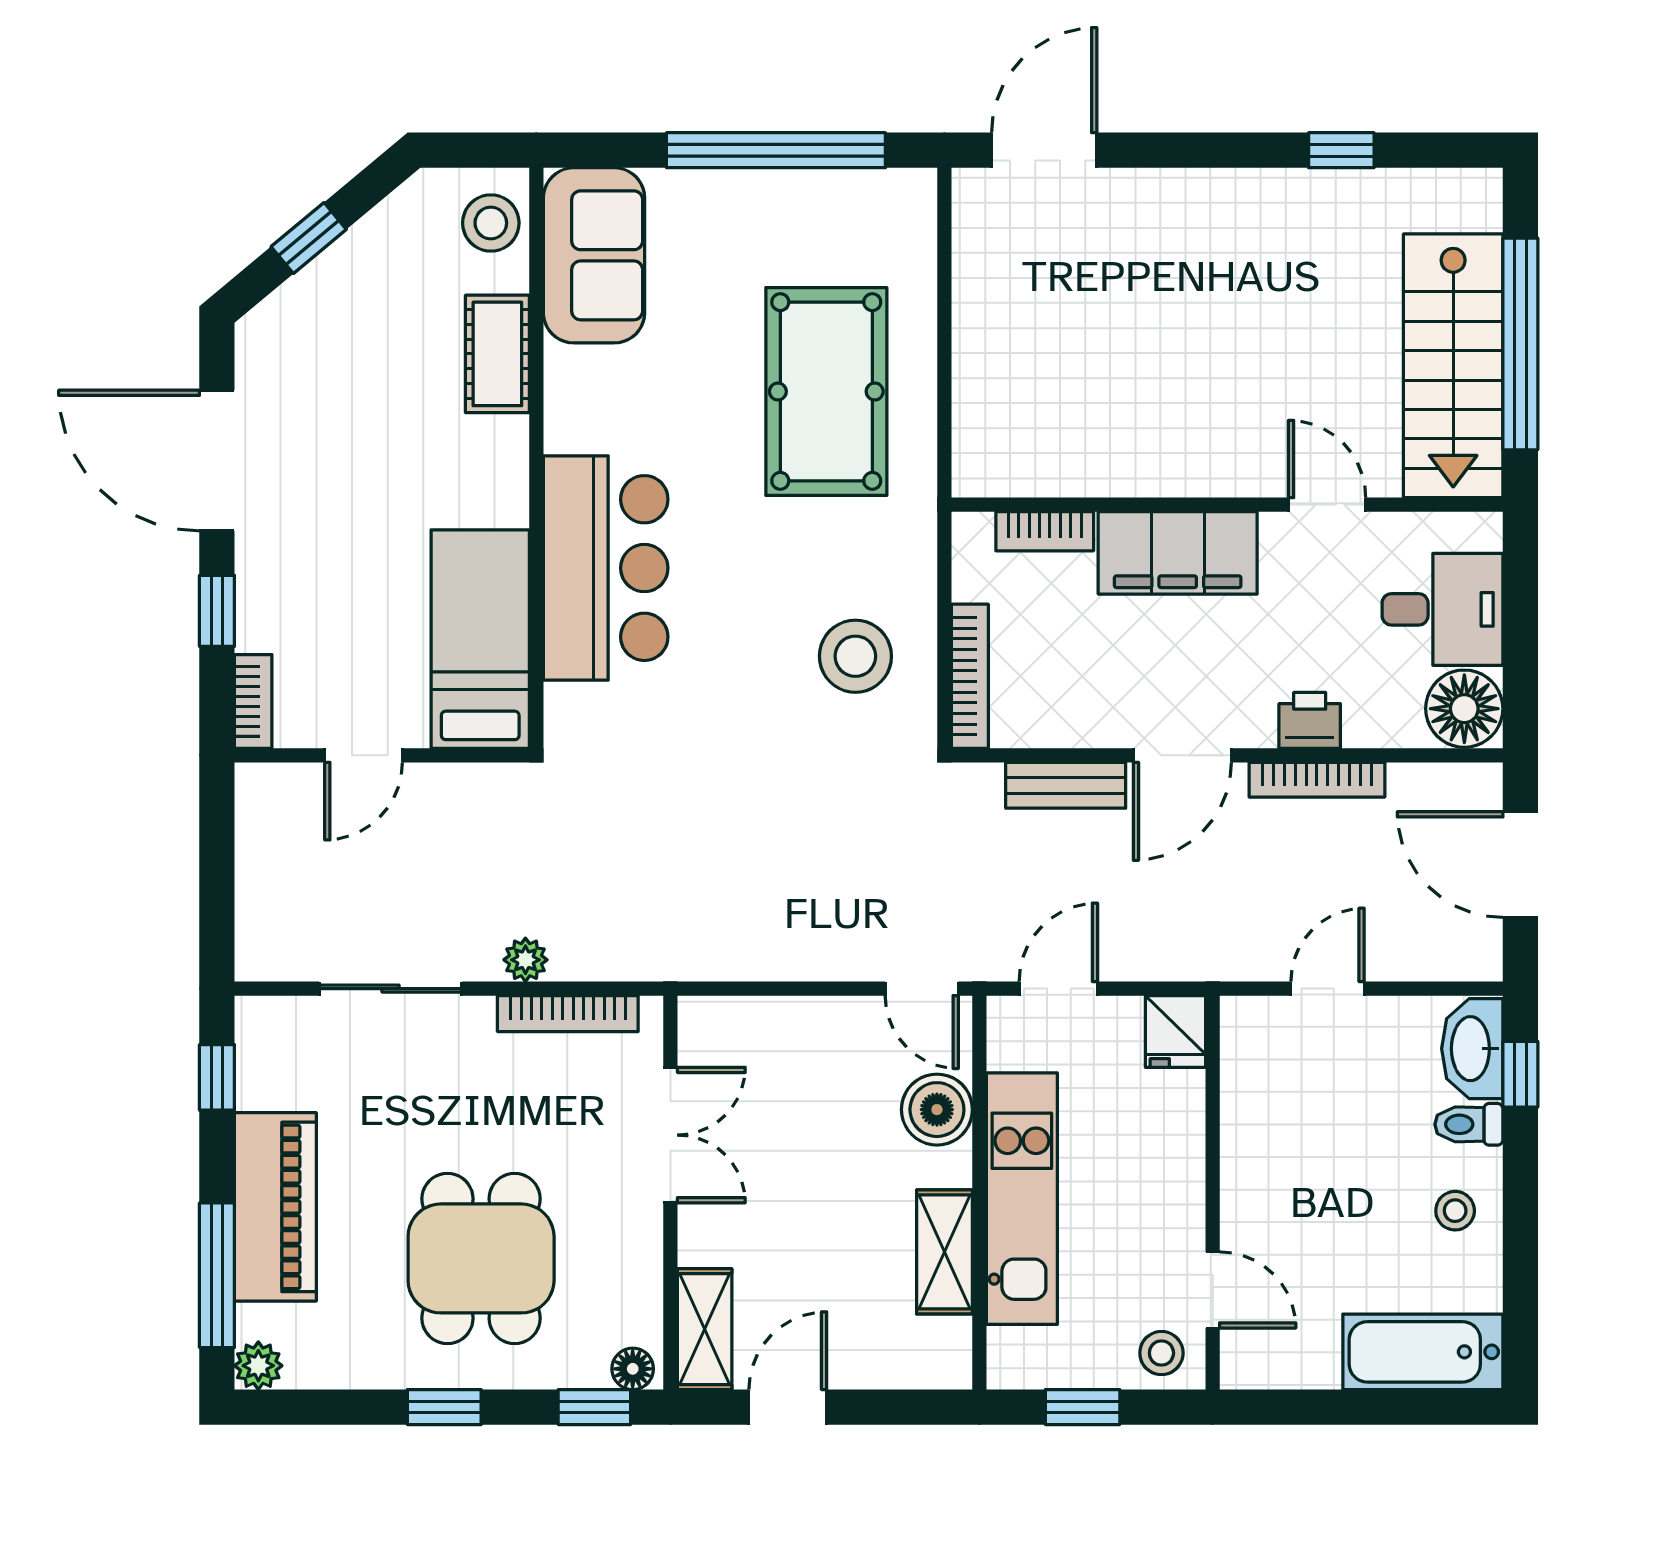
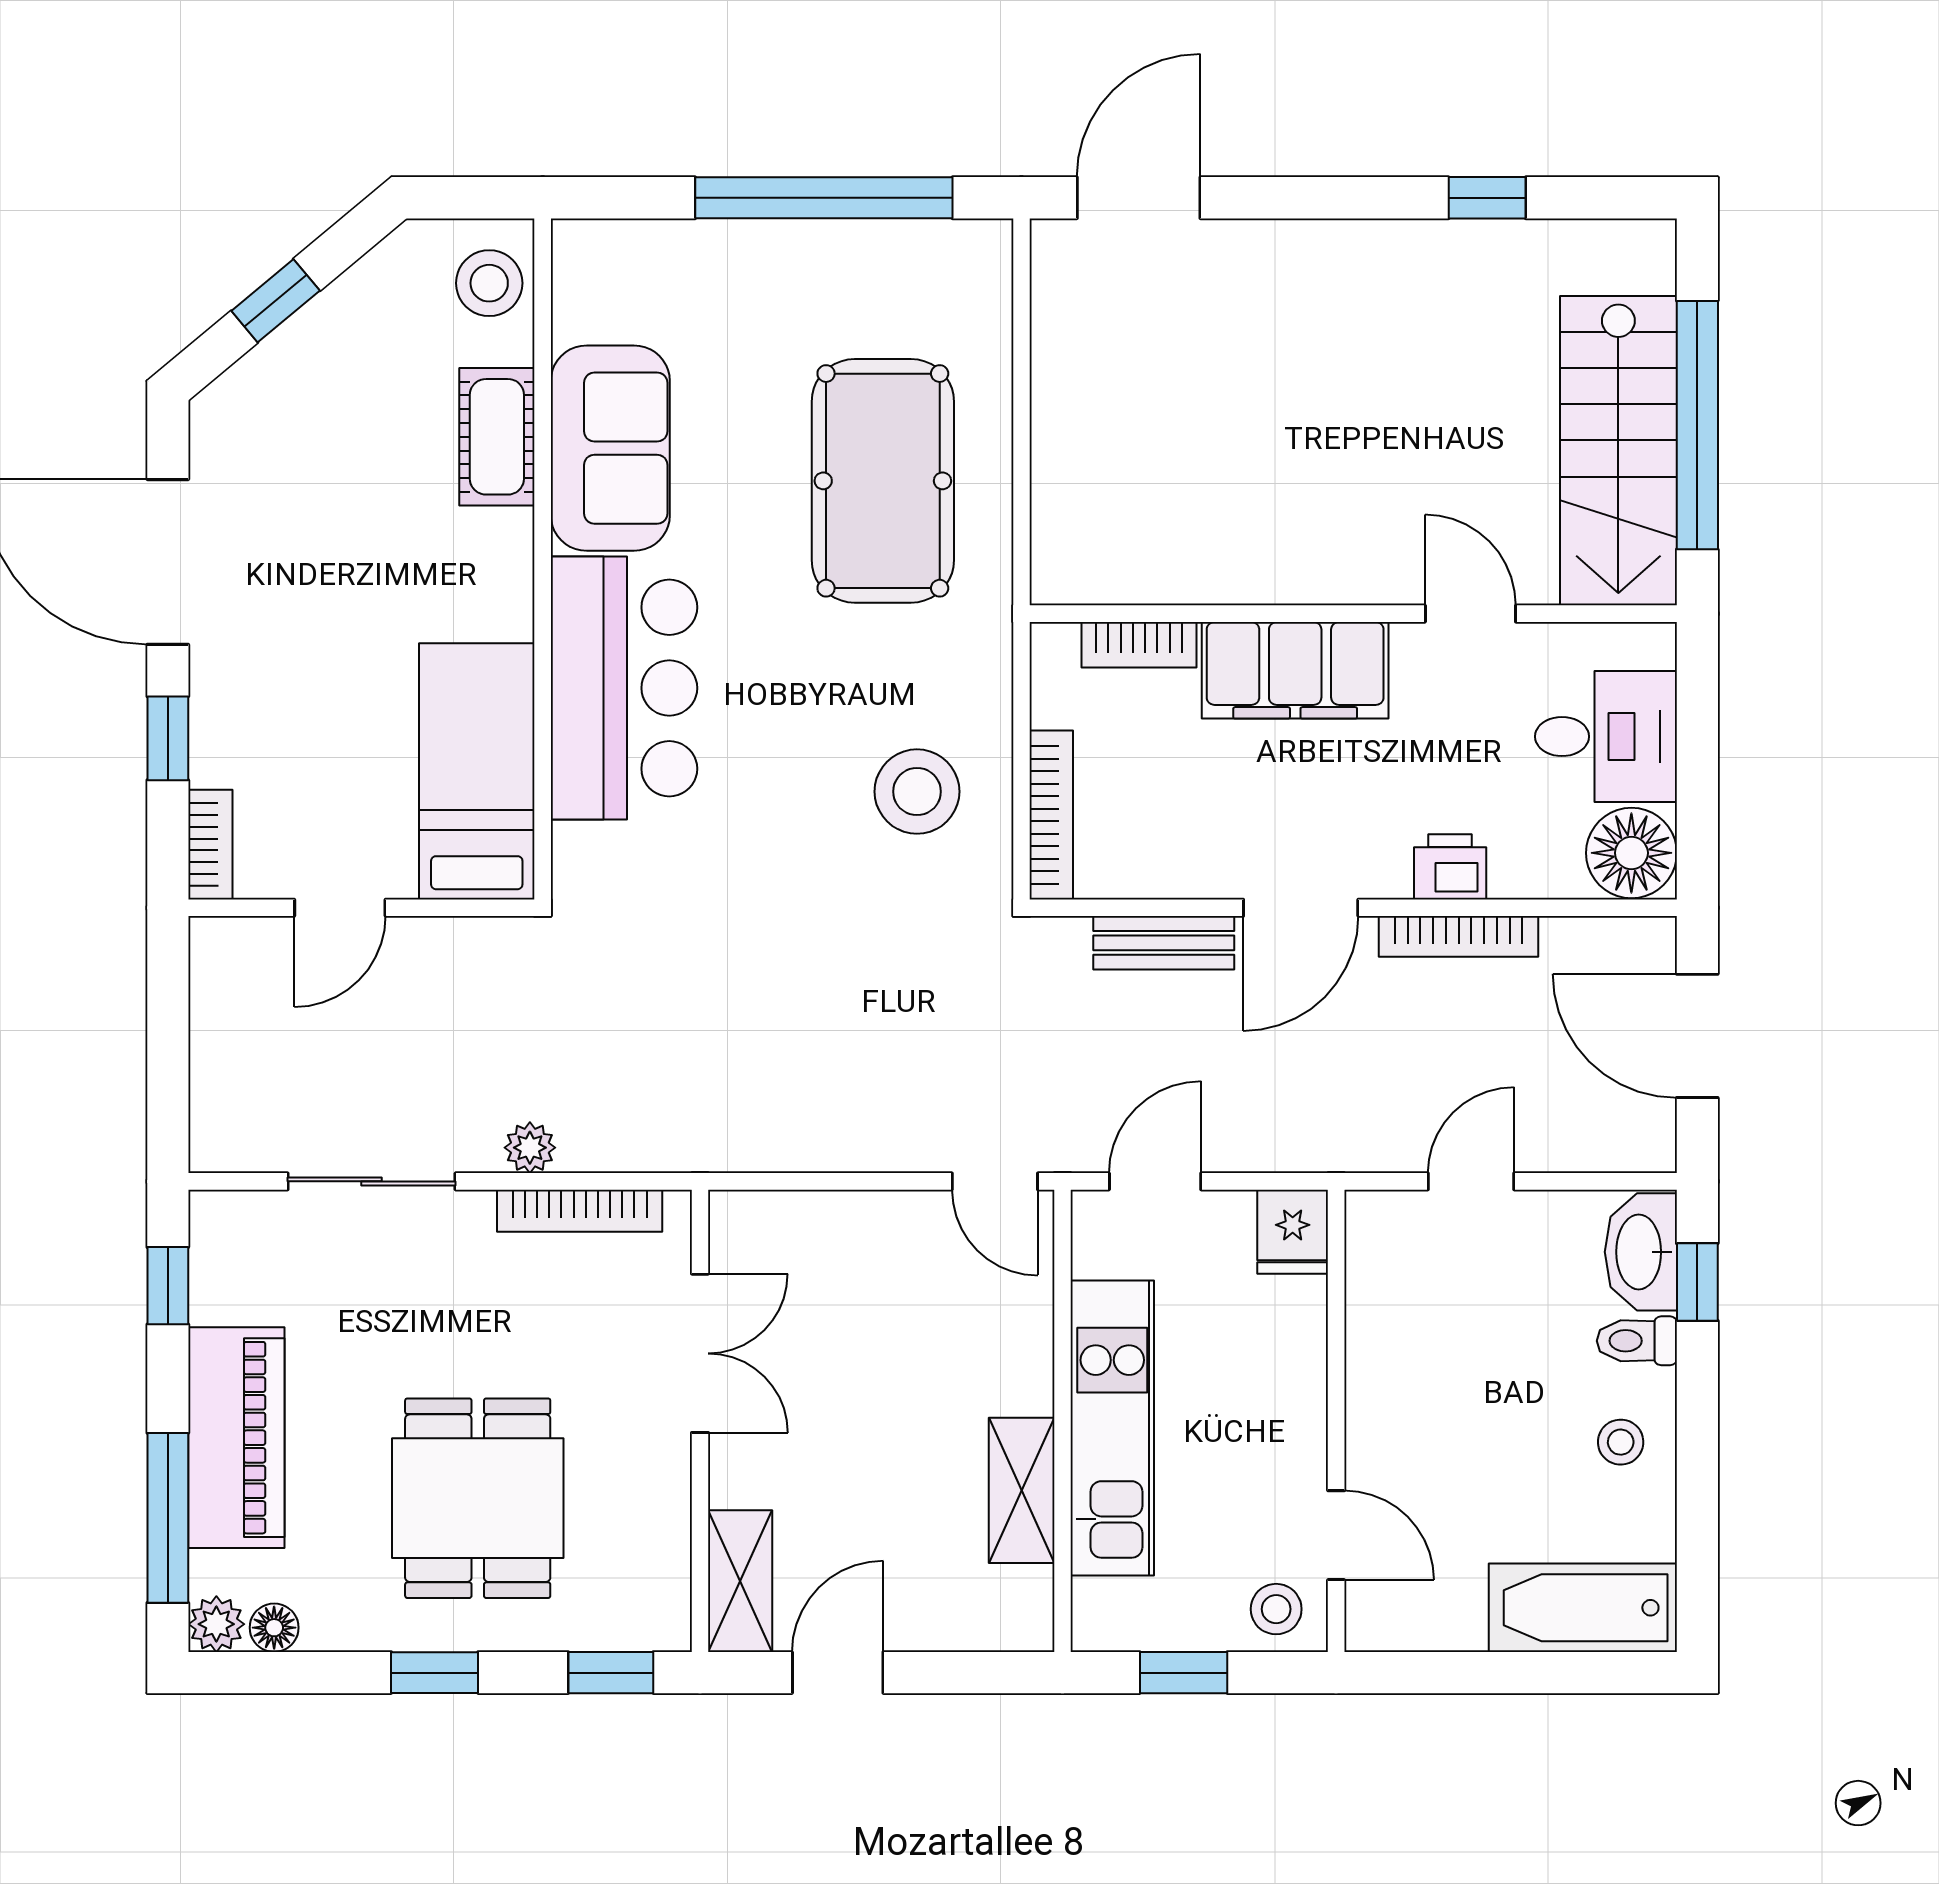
sofa: (594, 255) -> (610, 448), moved
boiler: (937, 1110) -> (1013, 1323), removed
floor lamp: (633, 1369) -> (274, 1628), moved

